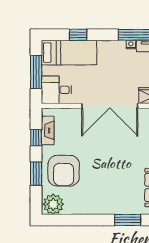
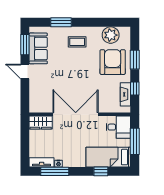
coffee table: (108, 196) -> (77, 42), added
plant: (53, 204) -> (111, 35), moved

